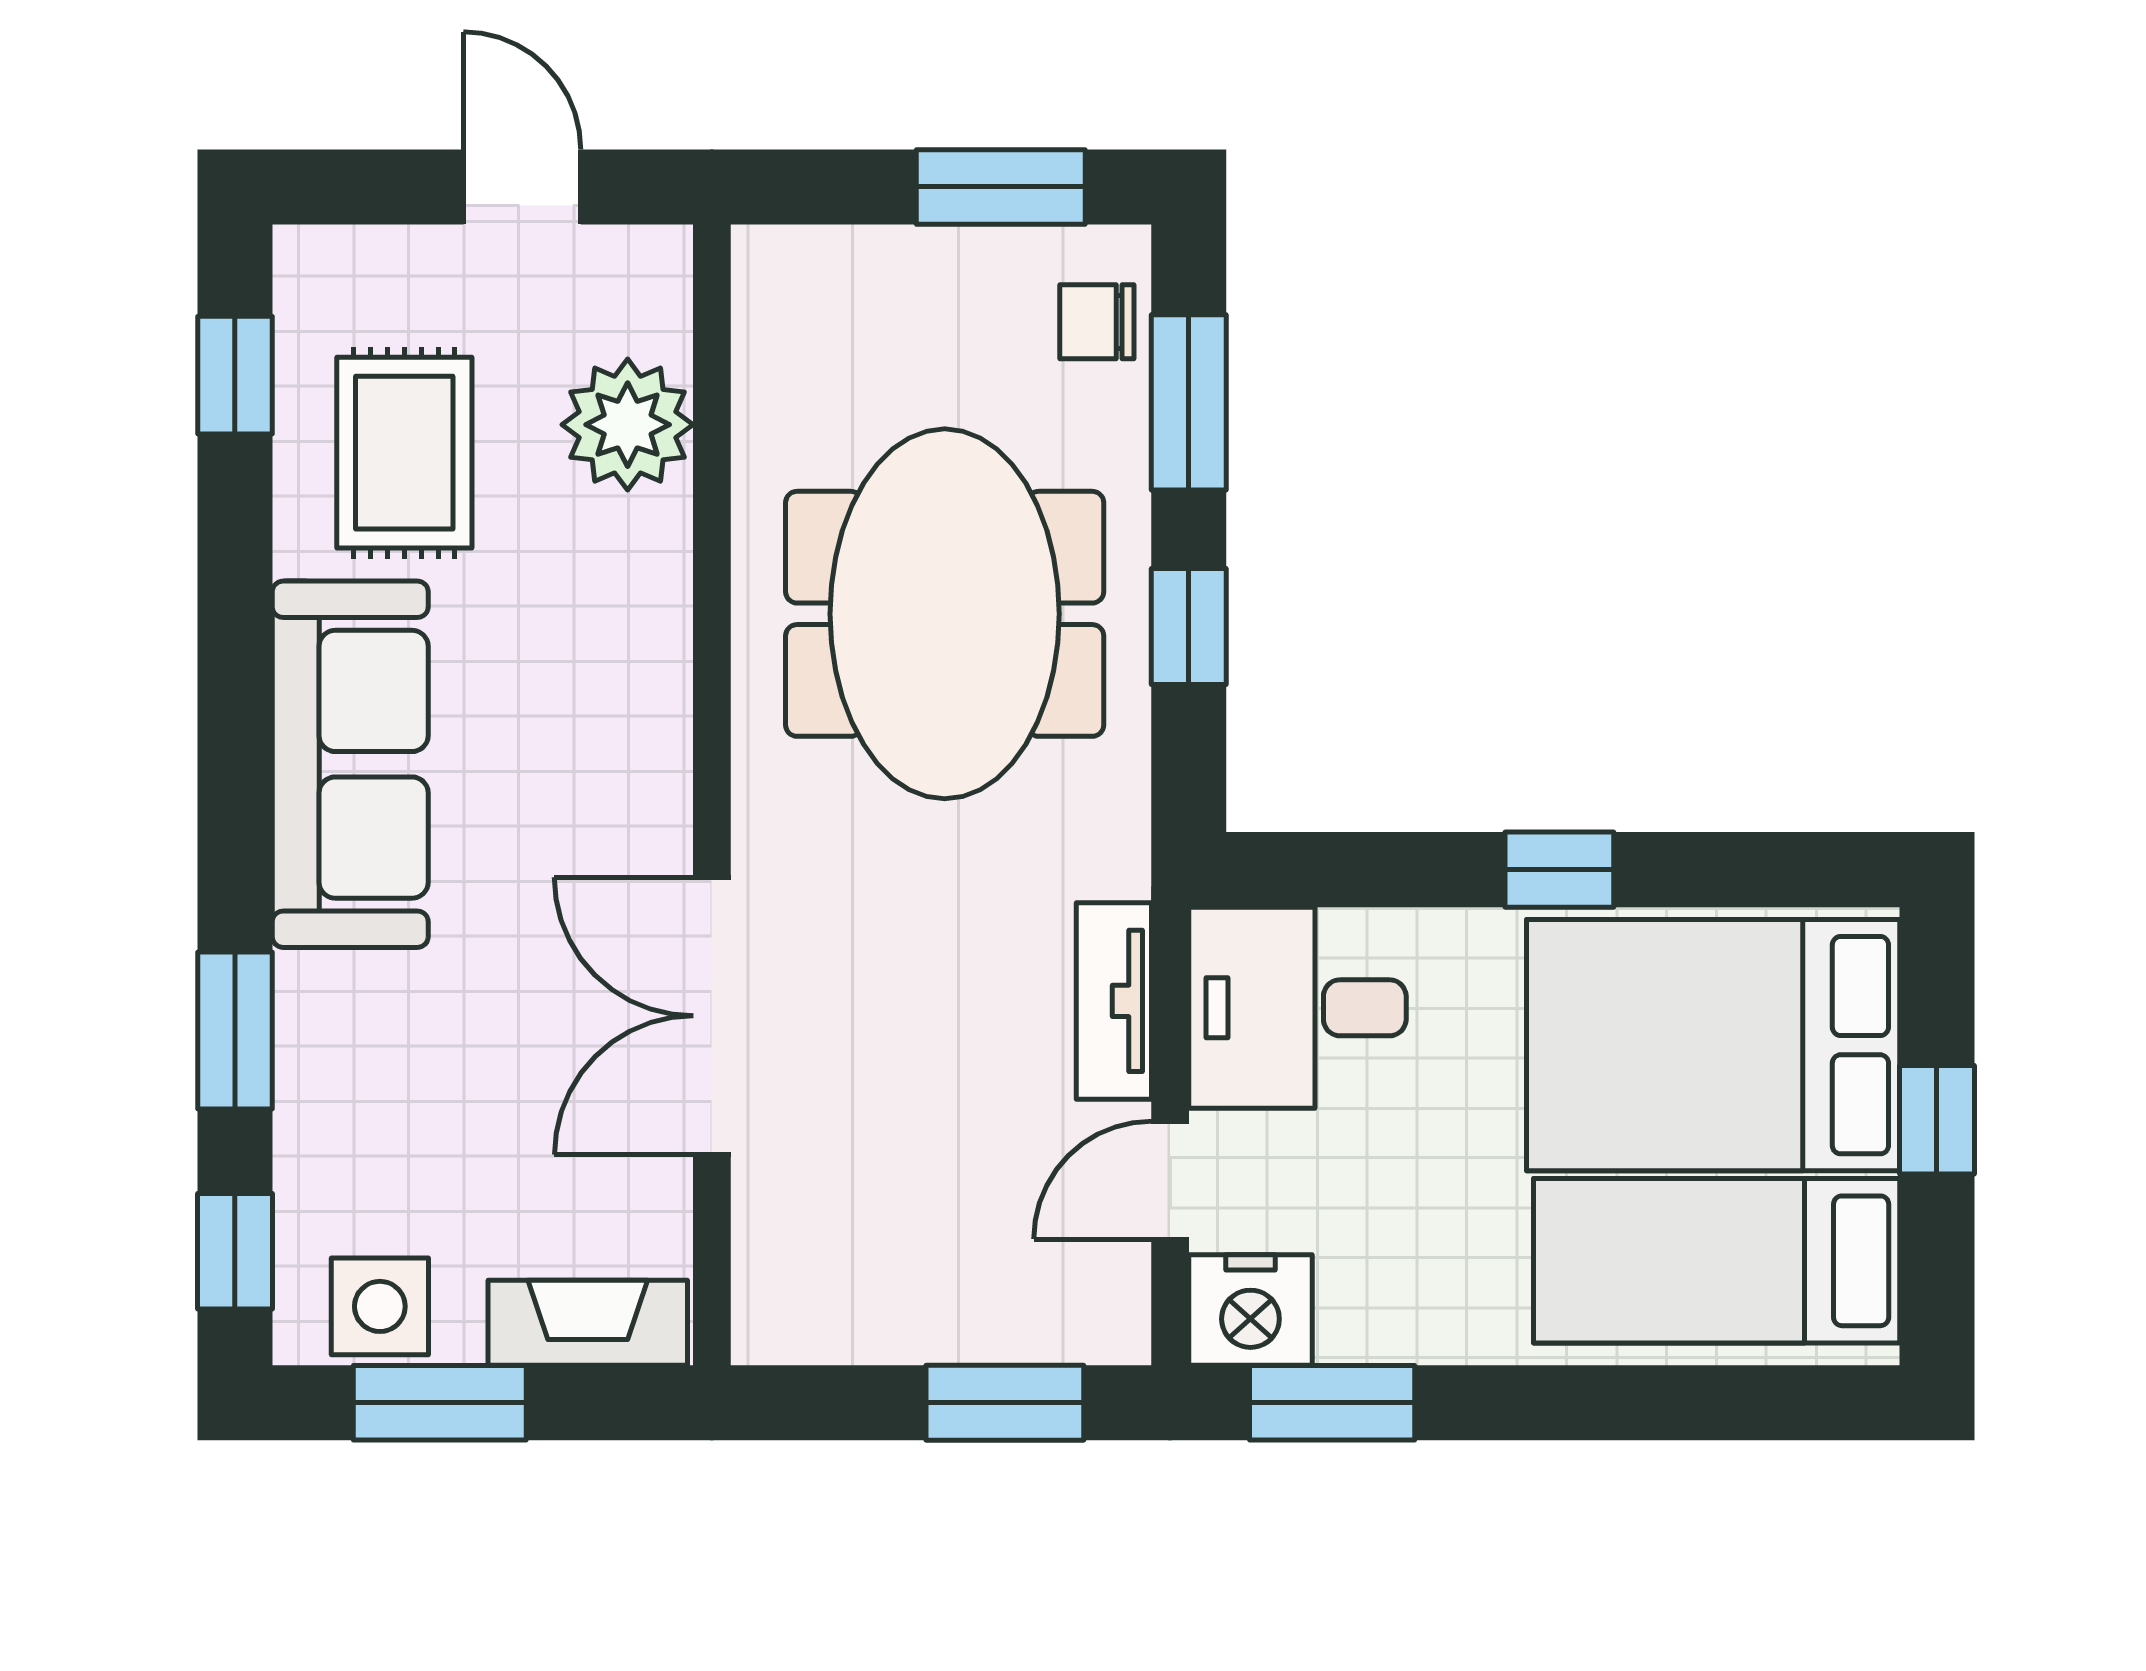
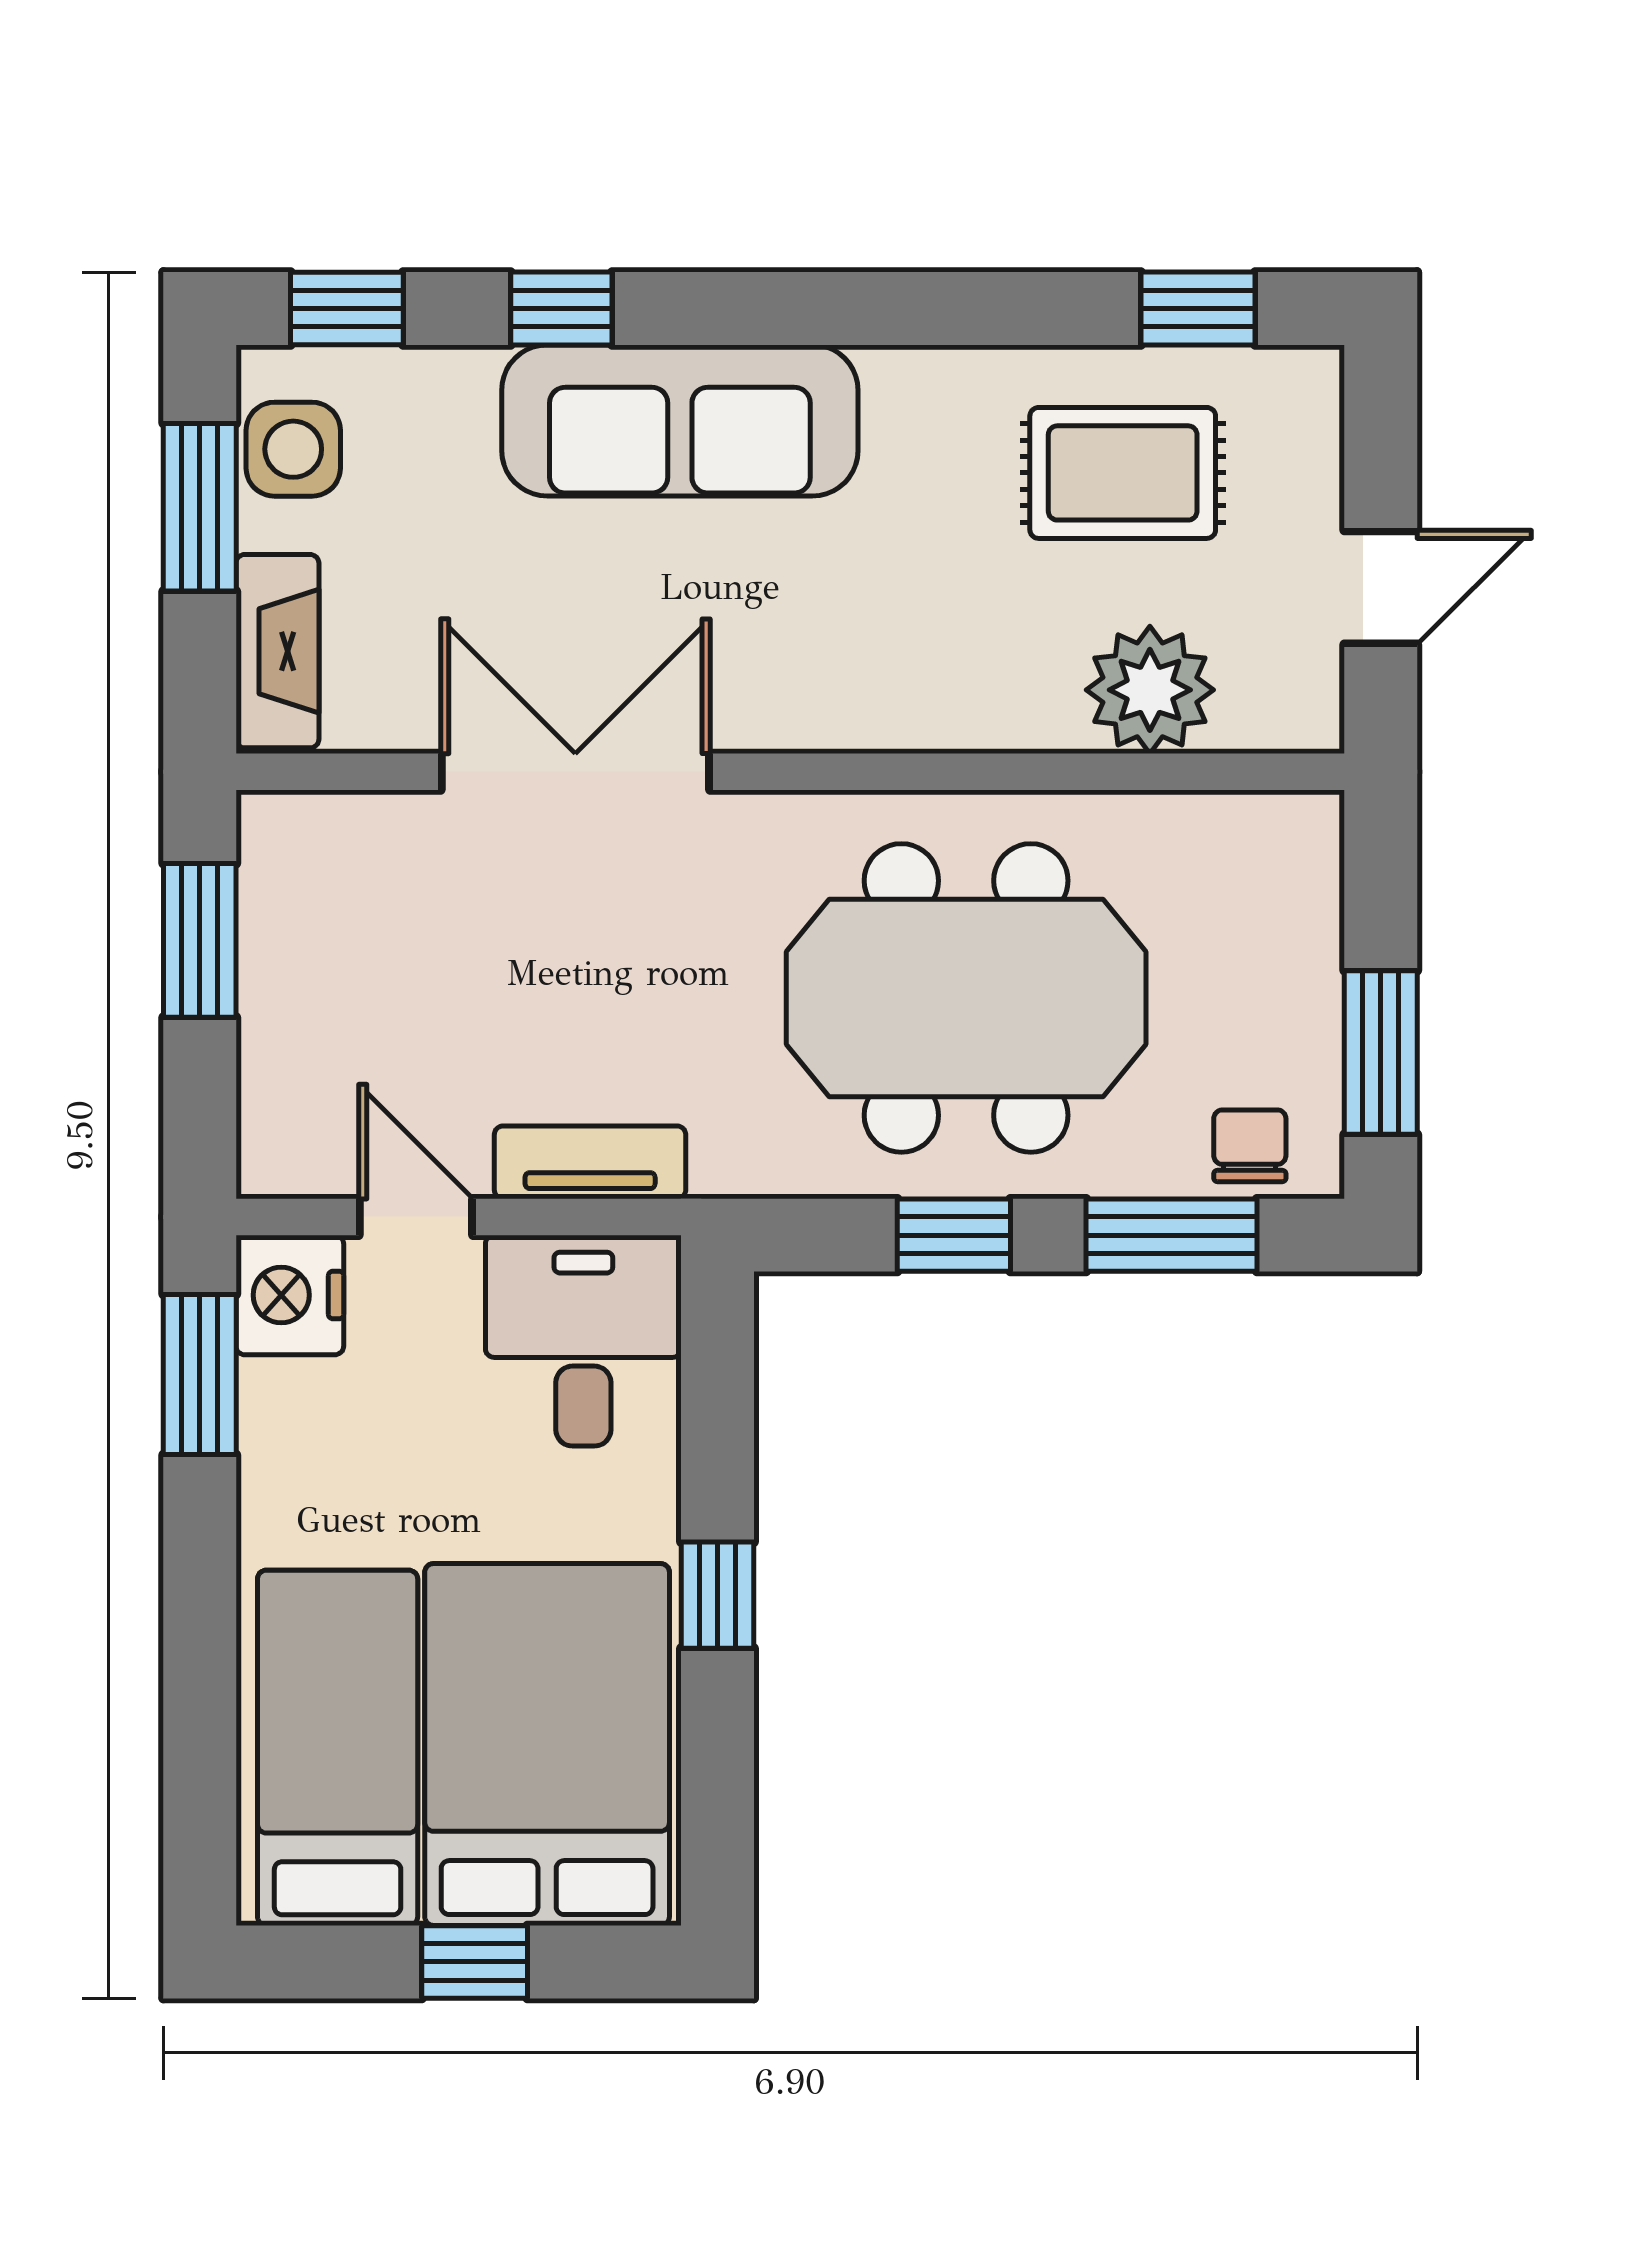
sofa: (350, 764) -> (680, 420), moved
window: (235, 1031) -> (561, 308), width x0.67
window: (1005, 1403) -> (200, 940), moved

